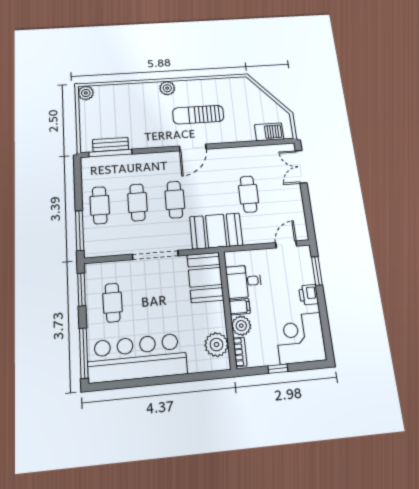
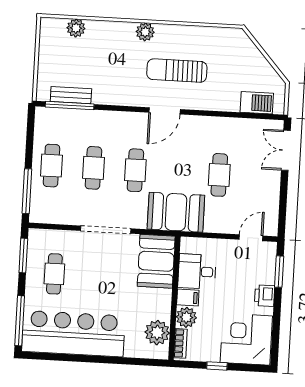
plant: (86, 93) -> (76, 28), moved

